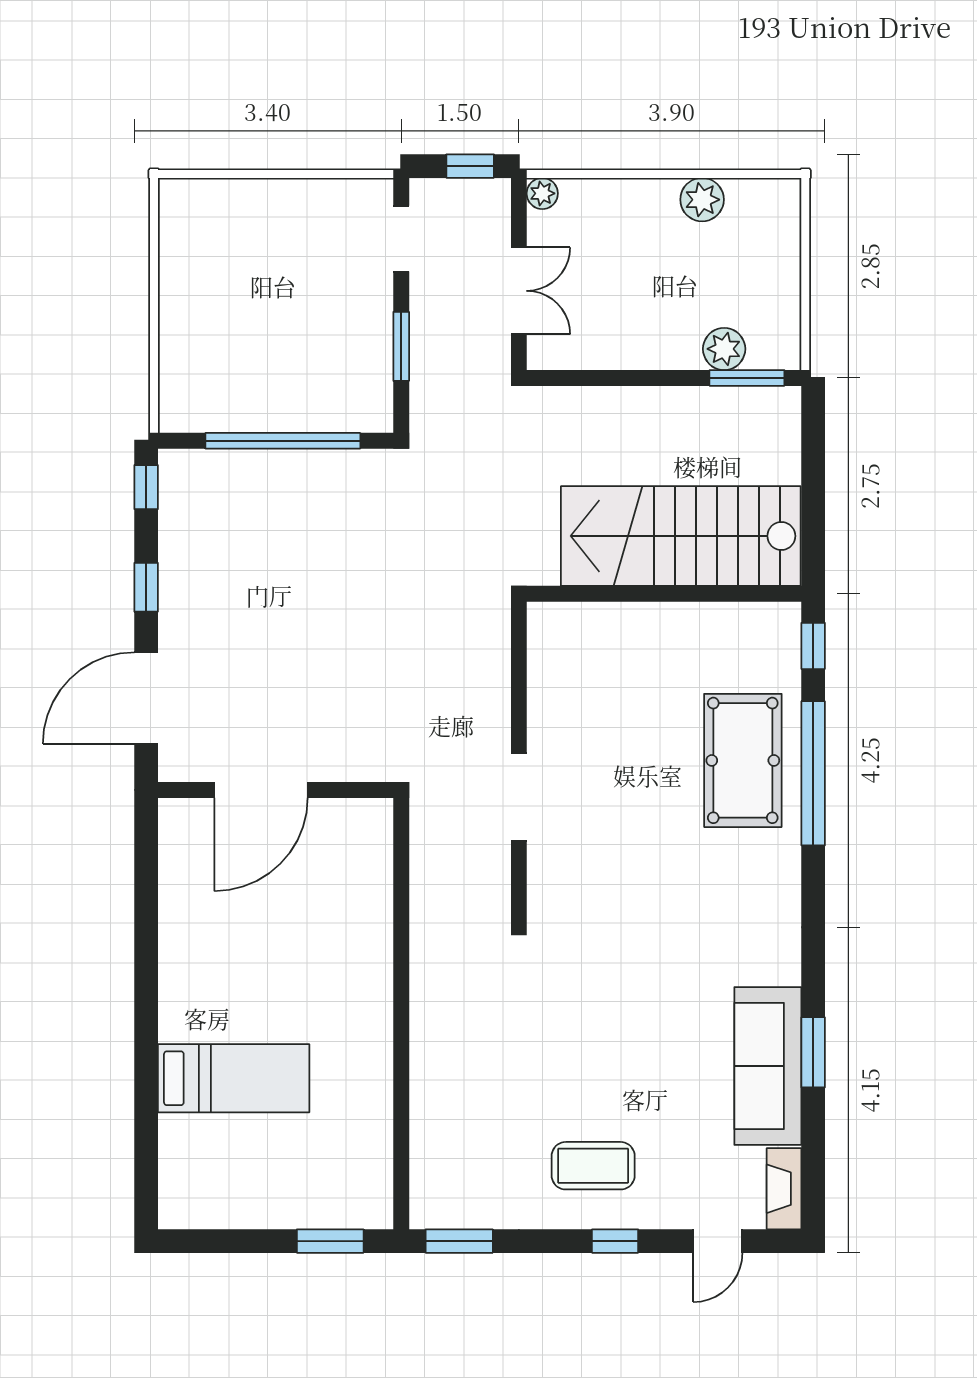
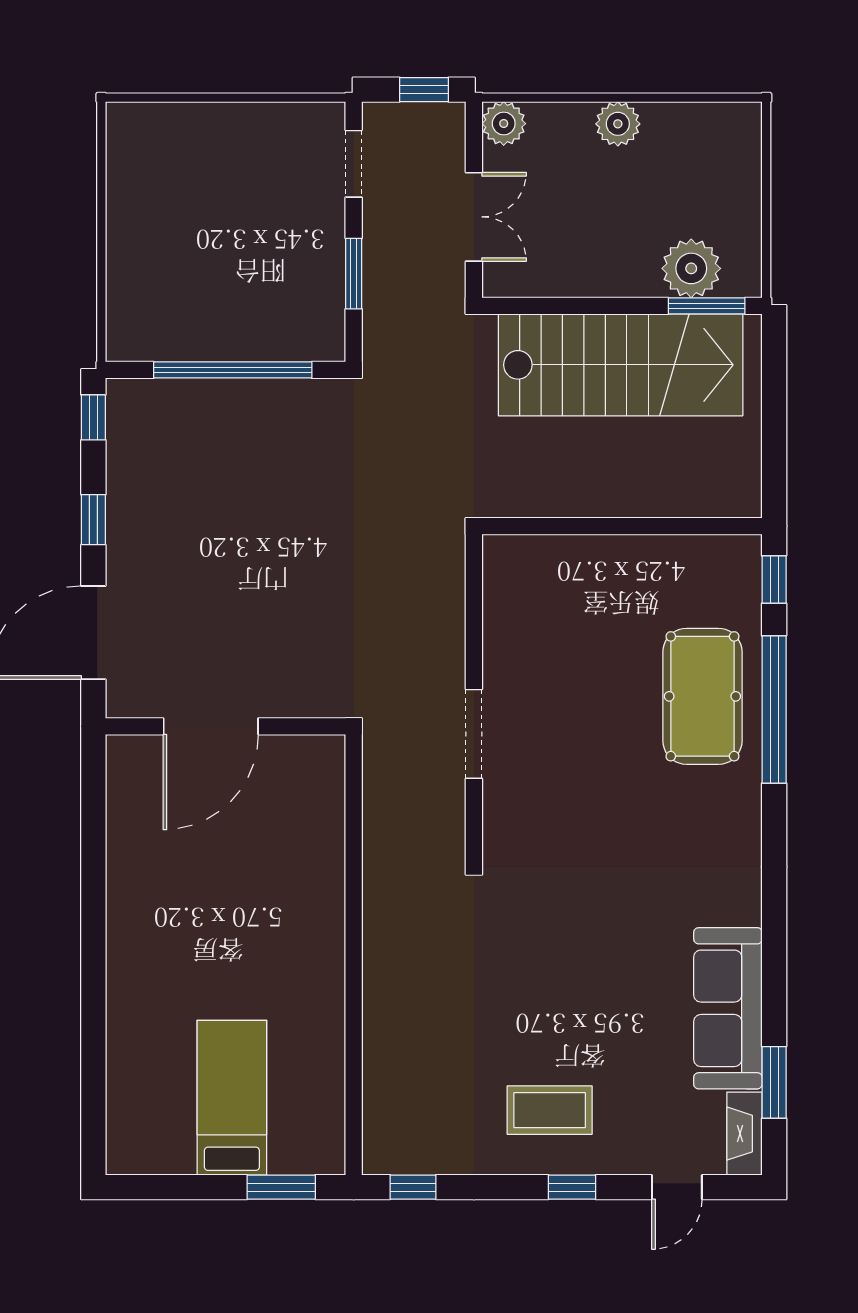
plant: (542, 193) -> (504, 124), width x1.38, depth x1.38
plant: (702, 200) -> (618, 124), moved
plant: (724, 349) -> (691, 268), width x1.36, depth x1.36
stairs: (681, 536) -> (621, 365), moved, turned 180
window: (813, 1052) -> (774, 1082), moved
bed: (234, 1078) -> (232, 1098), moved, turned -90
window: (459, 1241) -> (413, 1187), width x0.67

